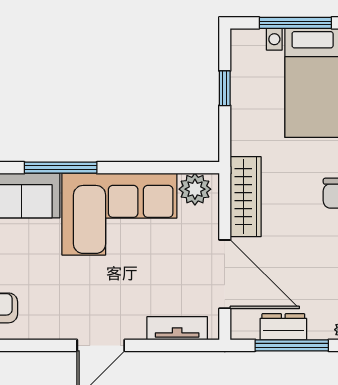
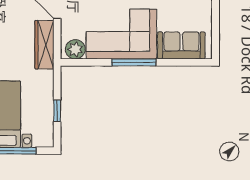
window: (61, 168) -> (134, 62), moved

